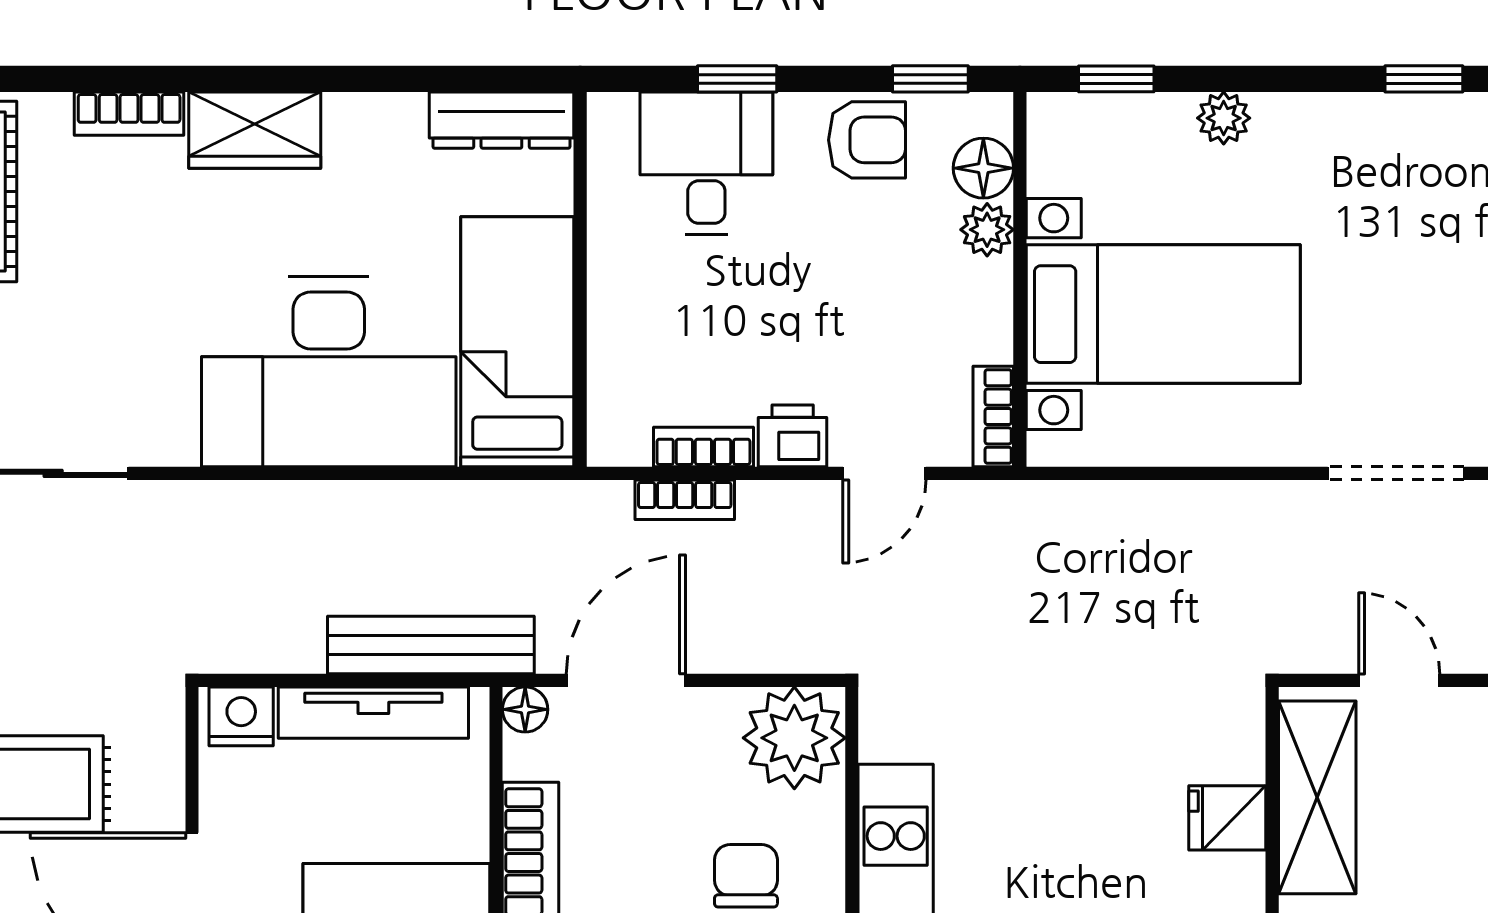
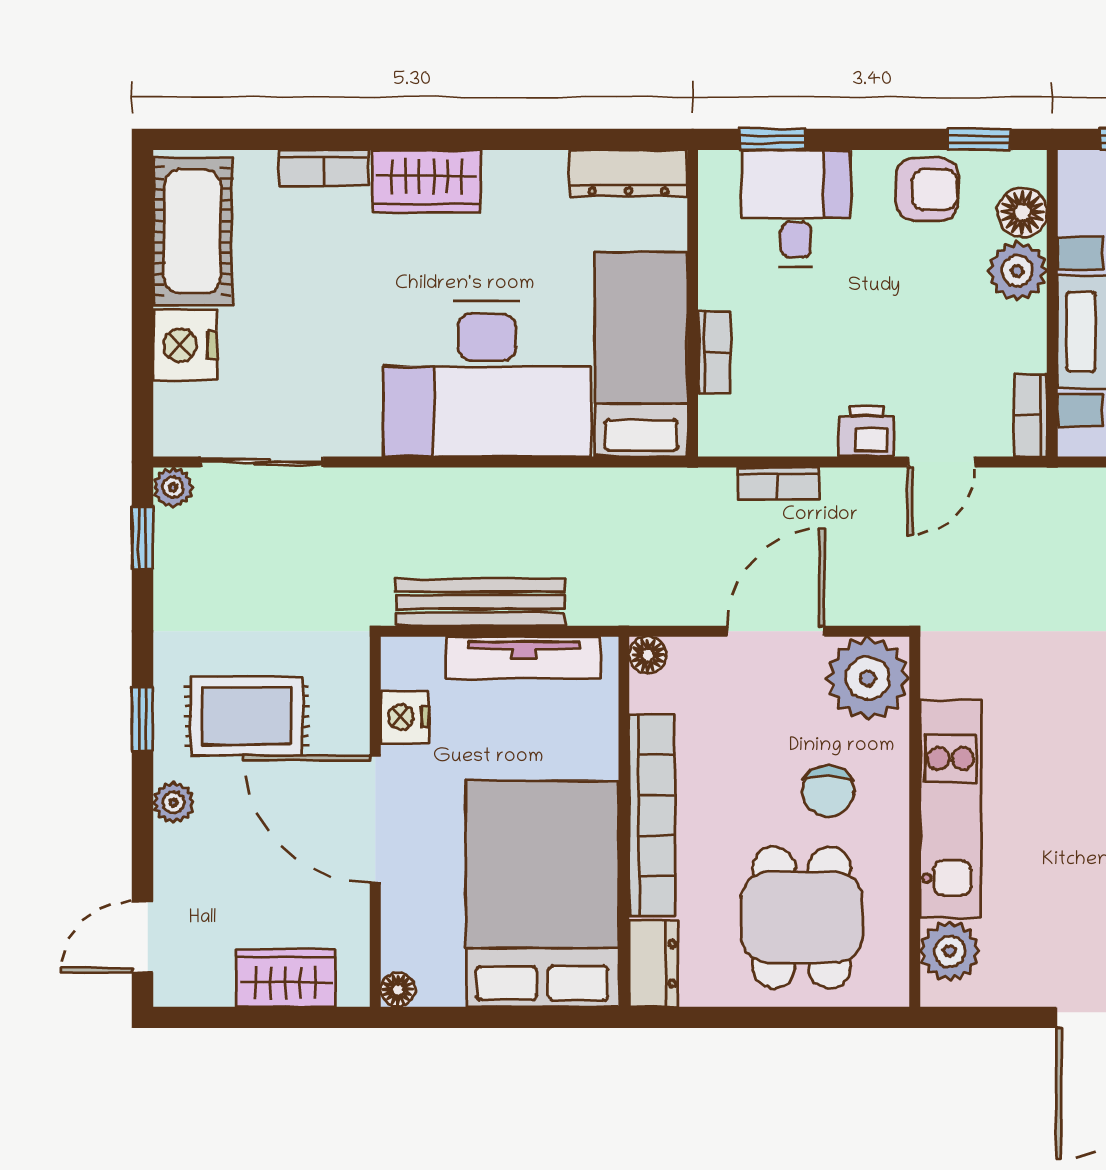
window: (737, 79) -> (772, 139), moved
plant: (987, 230) -> (1017, 271), width x1.38, depth x1.38
bookcase: (703, 447) -> (714, 352), moved, turned 90
bench: (431, 645) -> (480, 602), moved
door: (626, 680) -> (776, 631), moved
nightstand: (241, 716) -> (405, 717), moved, turned -90
chair: (746, 876) -> (828, 791), turned 180

